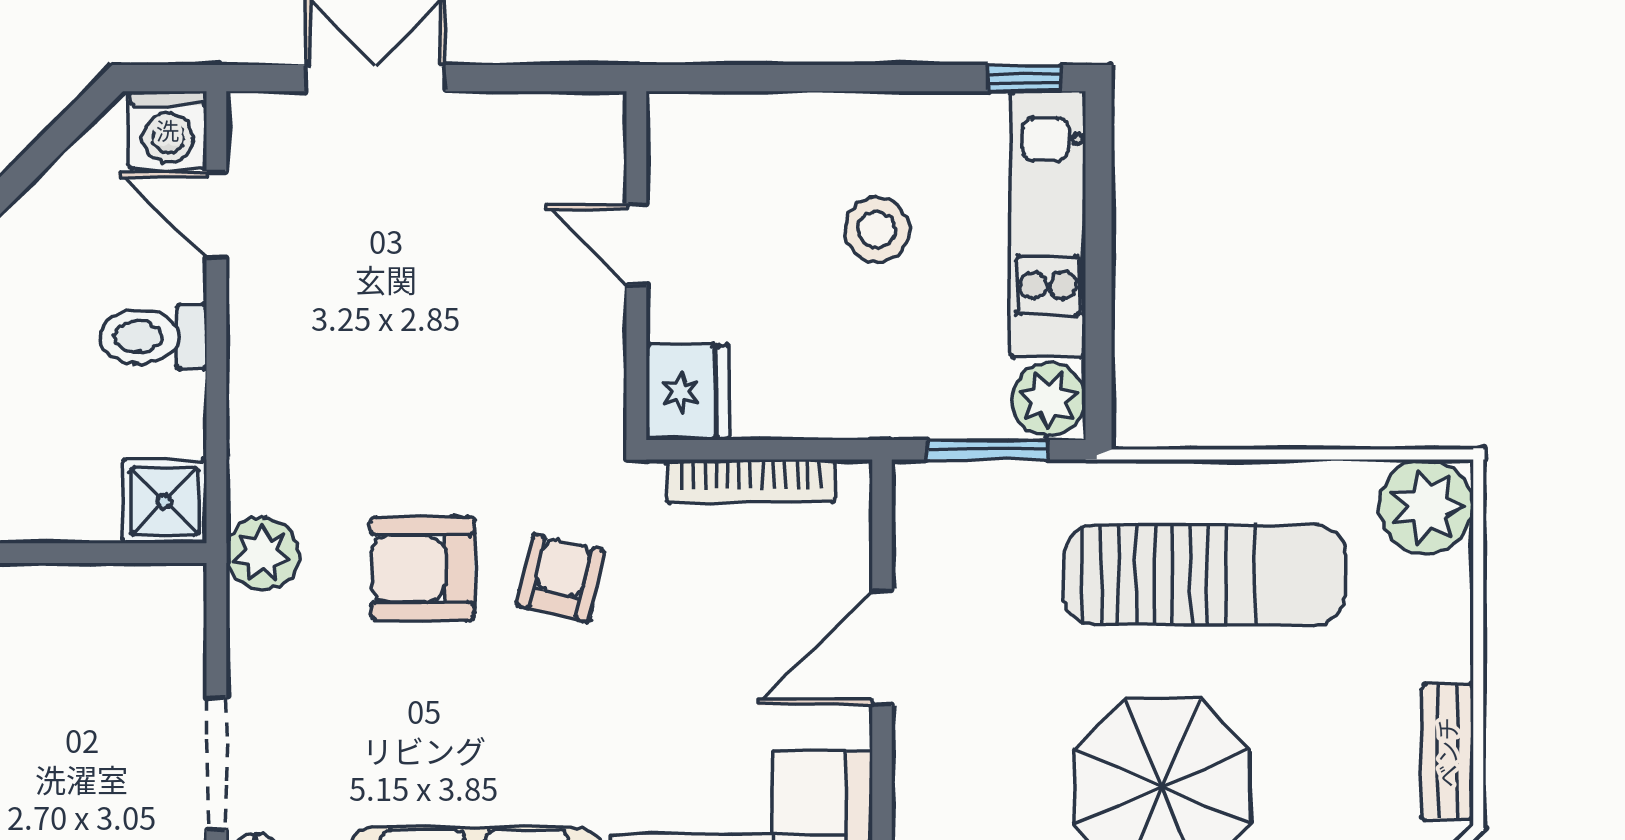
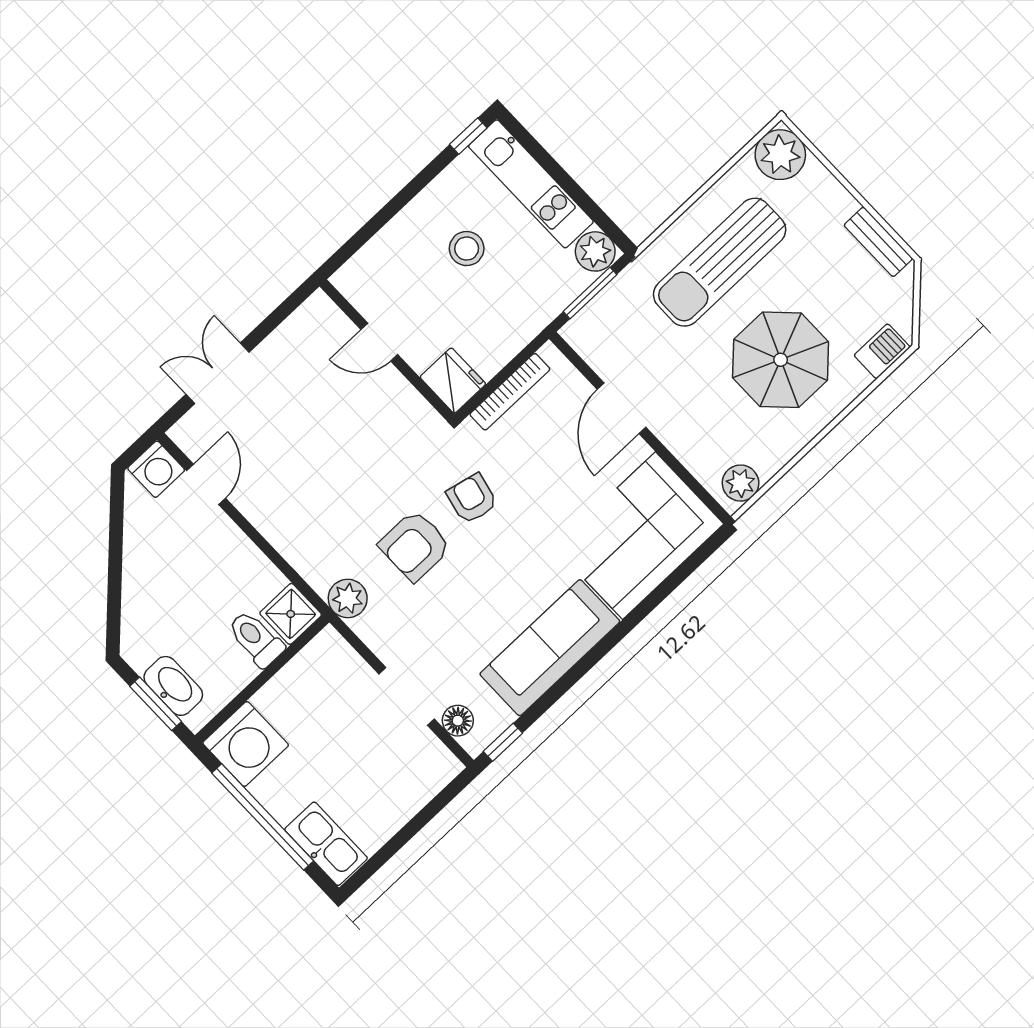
door: (216, 215) -> (206, 484), swing flipped
toilet: (153, 337) -> (256, 639), moved, turned 90
sun lounger: (1204, 575) -> (720, 262), turned 180

